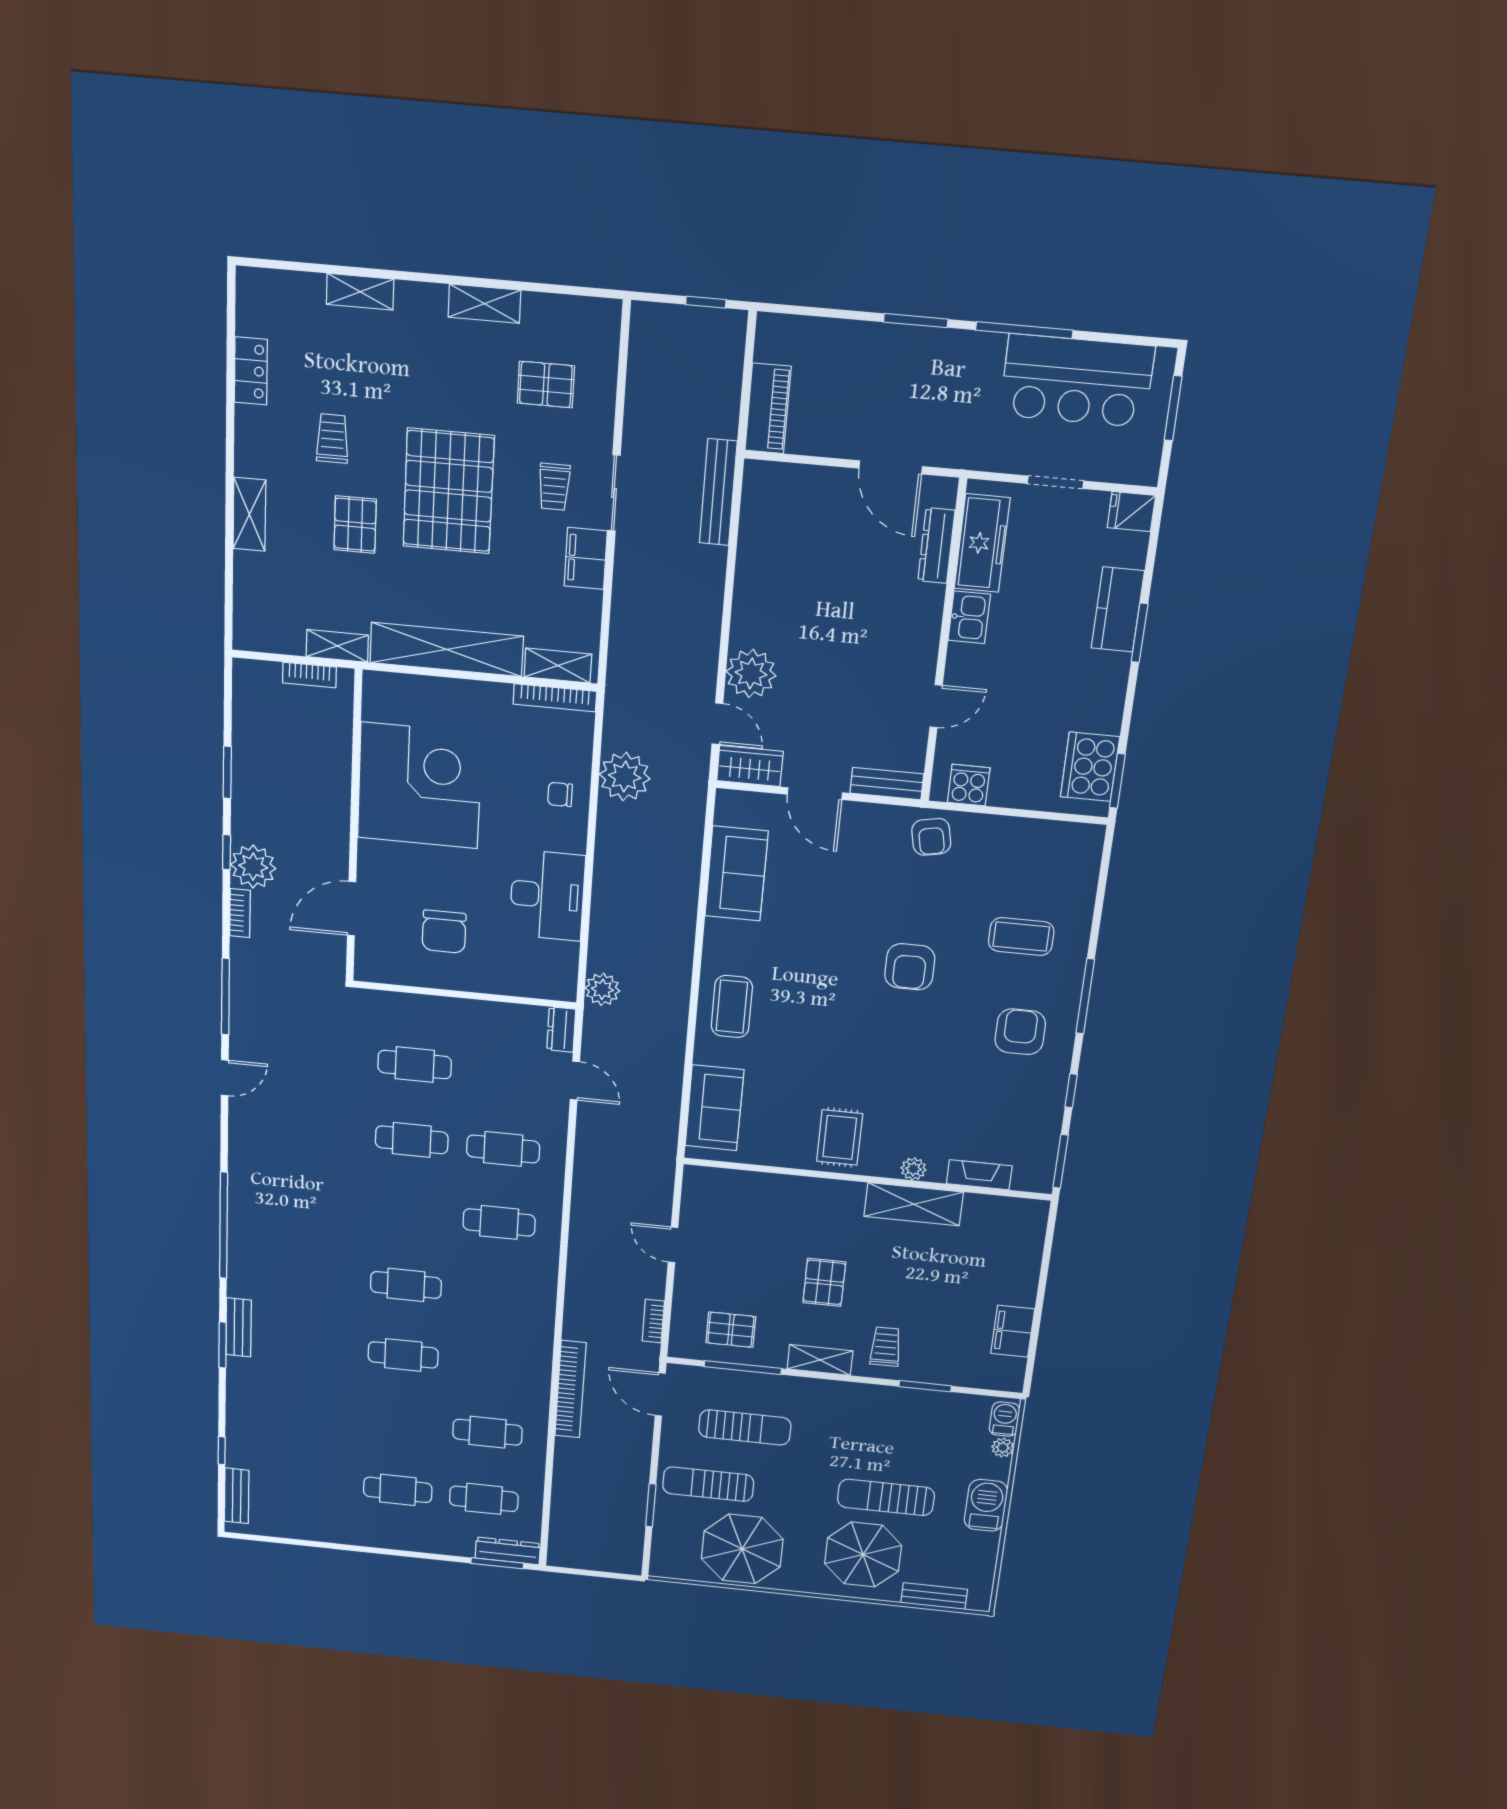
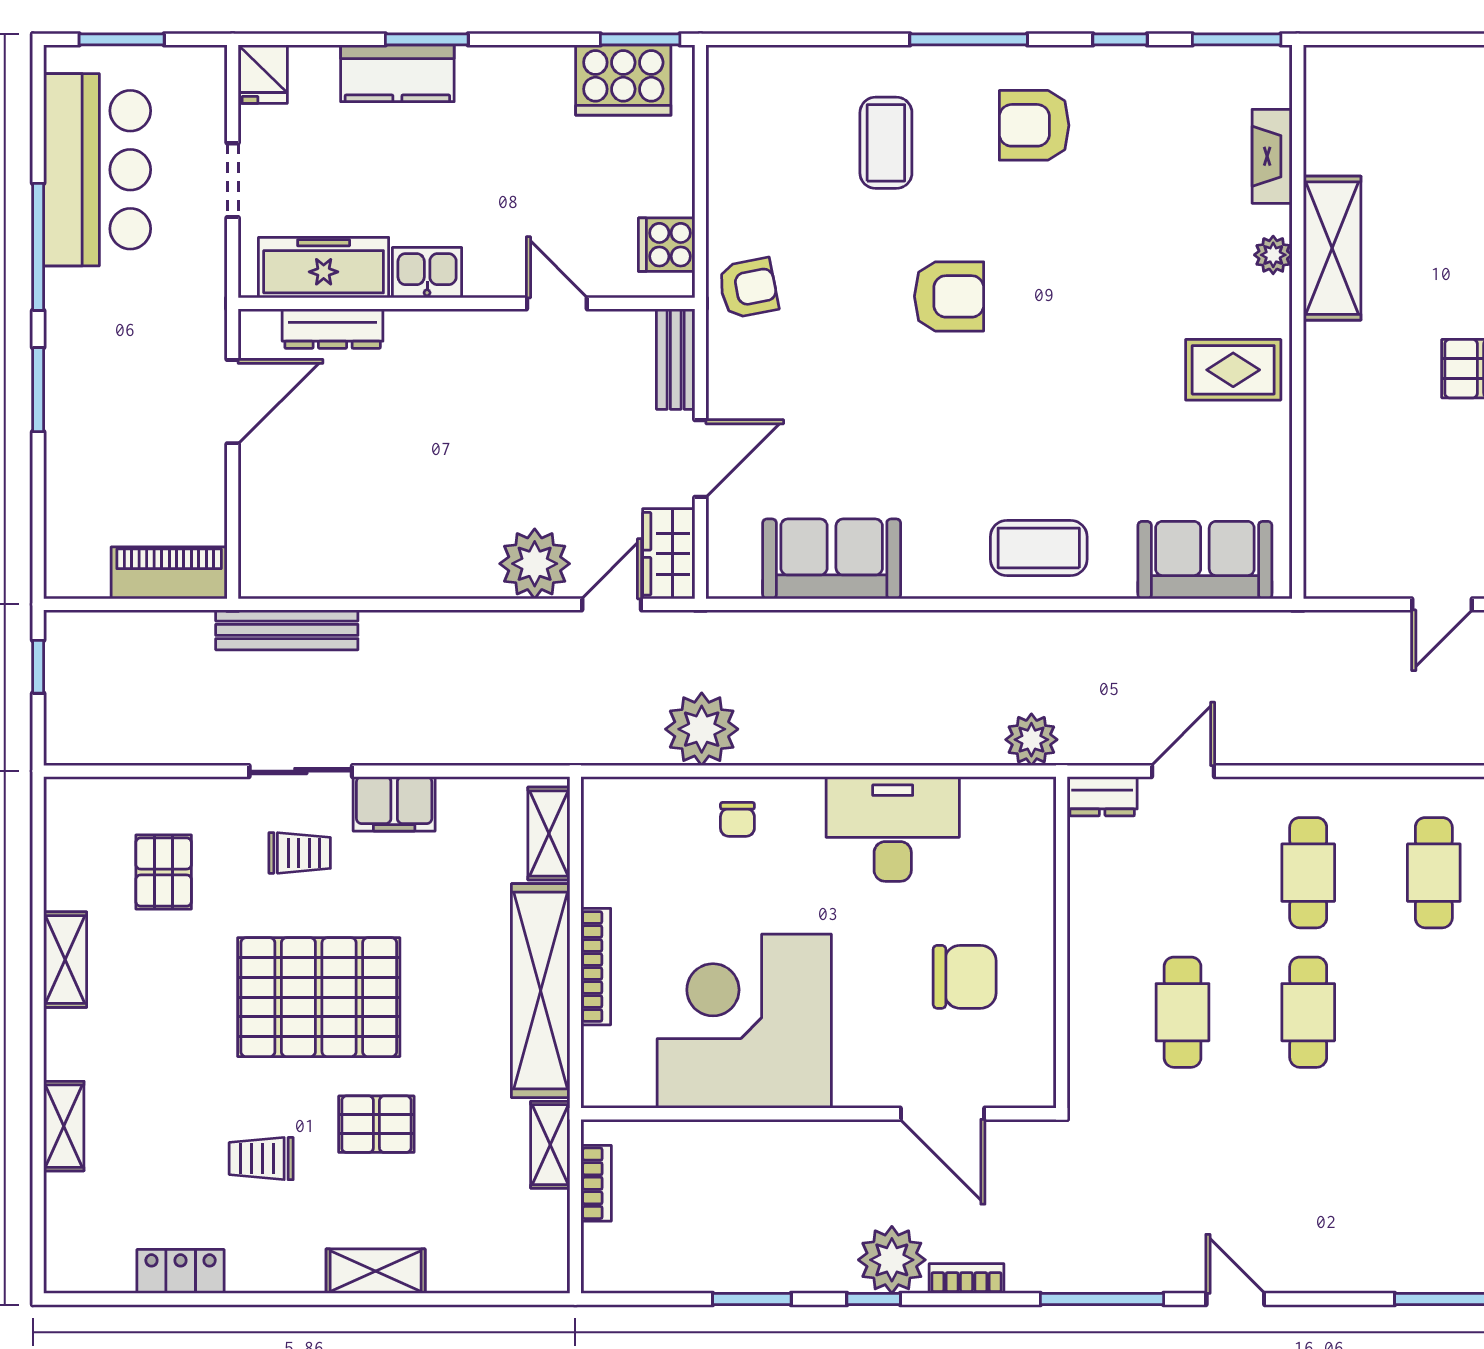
bookcase: (555, 698) -> (596, 967), moved

